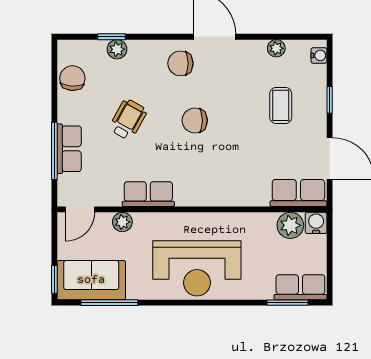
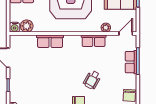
coffee table: (281, 105) -> (31, 82), removed
wheelchair: (128, 120) -> (92, 80), moved
chair: (195, 120) -> (72, 75), removed
row of seats: (298, 193) -> (50, 41), moved

